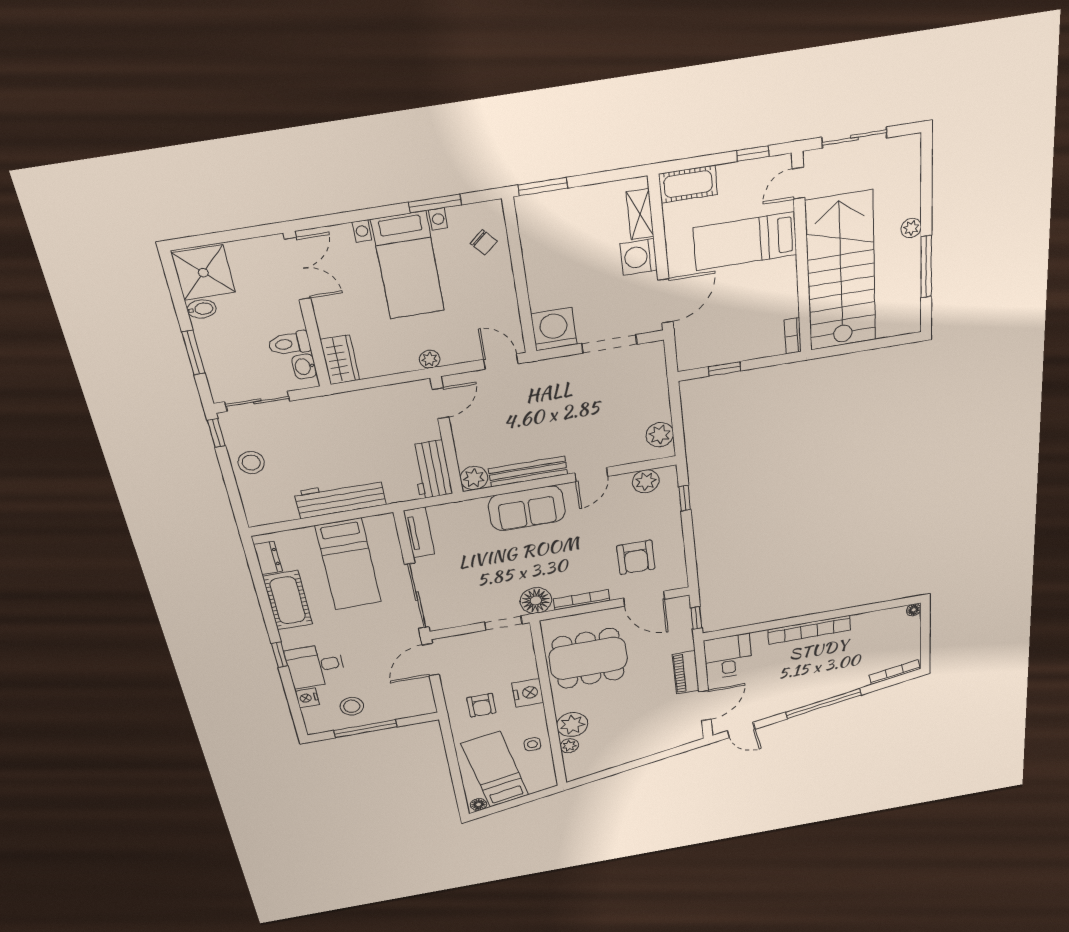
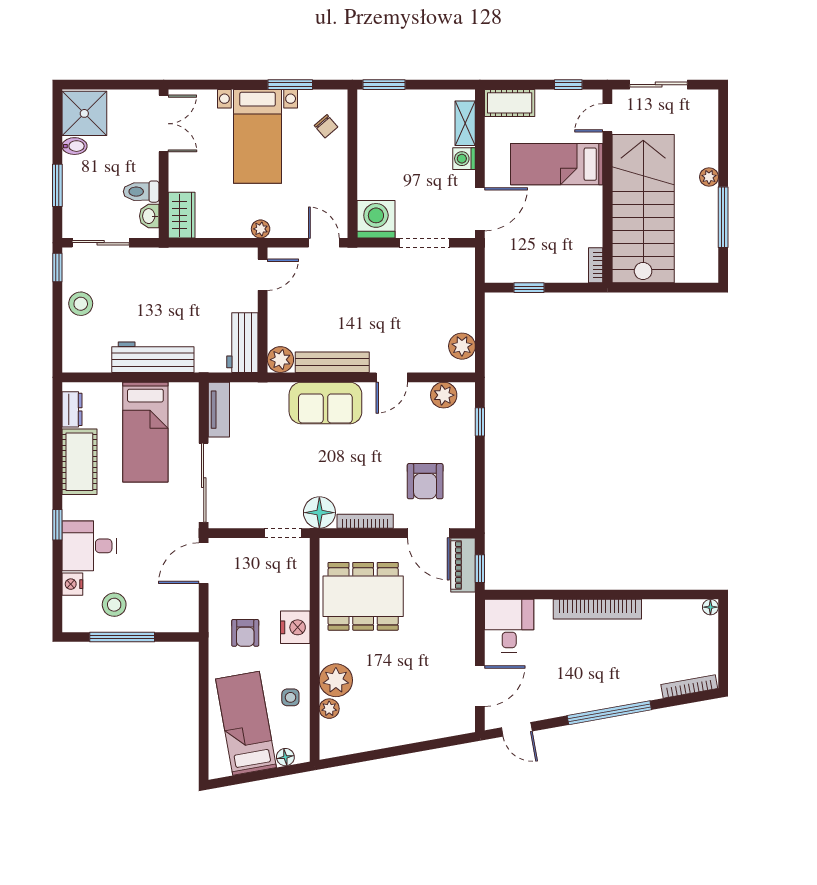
washing machine: (639, 257) -> (464, 159), width x0.73, depth x0.73
piano: (686, 672) -> (463, 565), moved
floor lamp: (479, 805) -> (285, 757), moved

